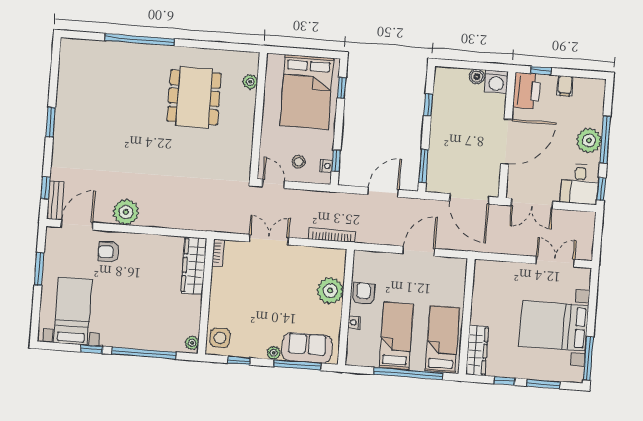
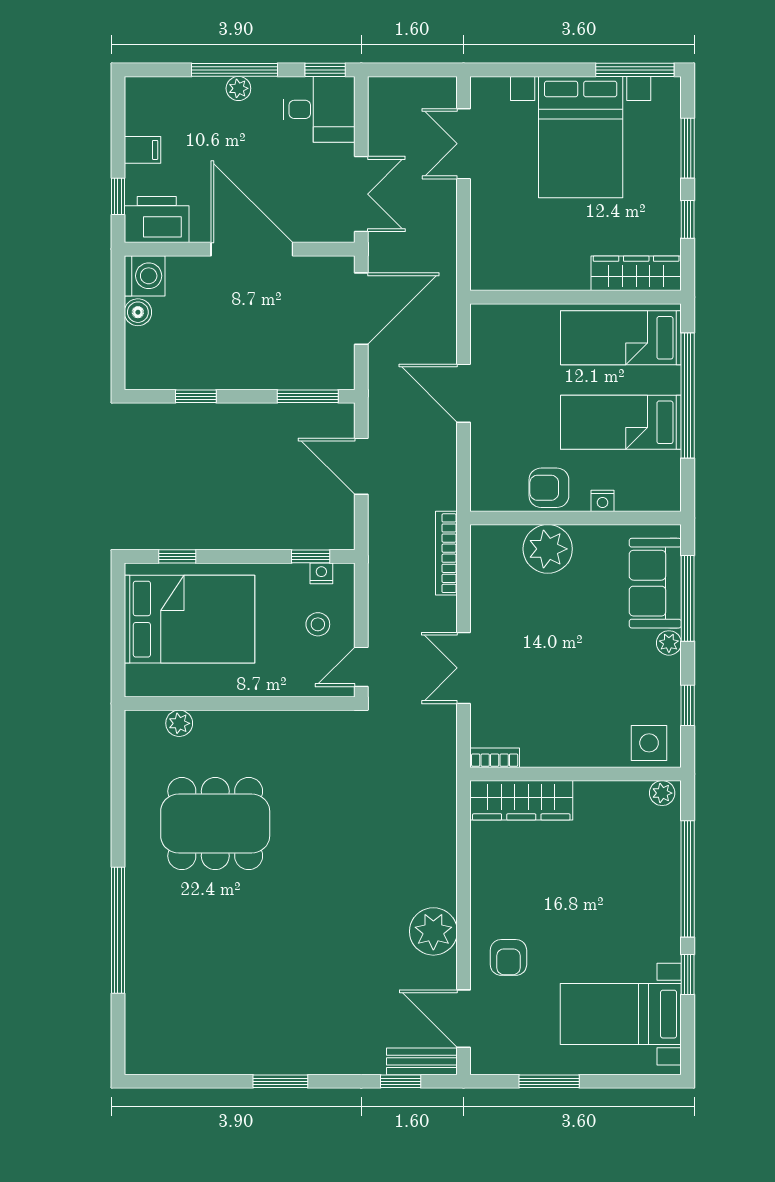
plant: (589, 140) -> (238, 88), width x0.53, depth x0.53

